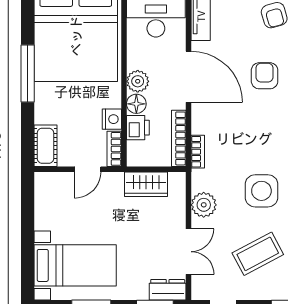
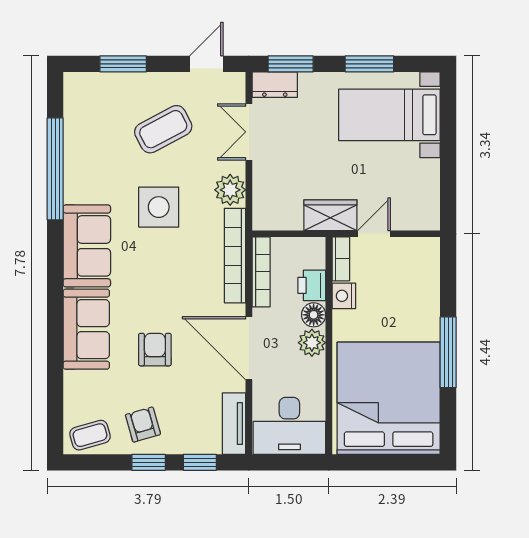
armchair: (265, 76) -> (155, 350), turned 180
cot: (45, 146) -> (426, 263), removed
bookcase: (198, 152) -> (235, 256), width x2.31, depth x1.31
wardrobe: (146, 184) -> (330, 215), moved

